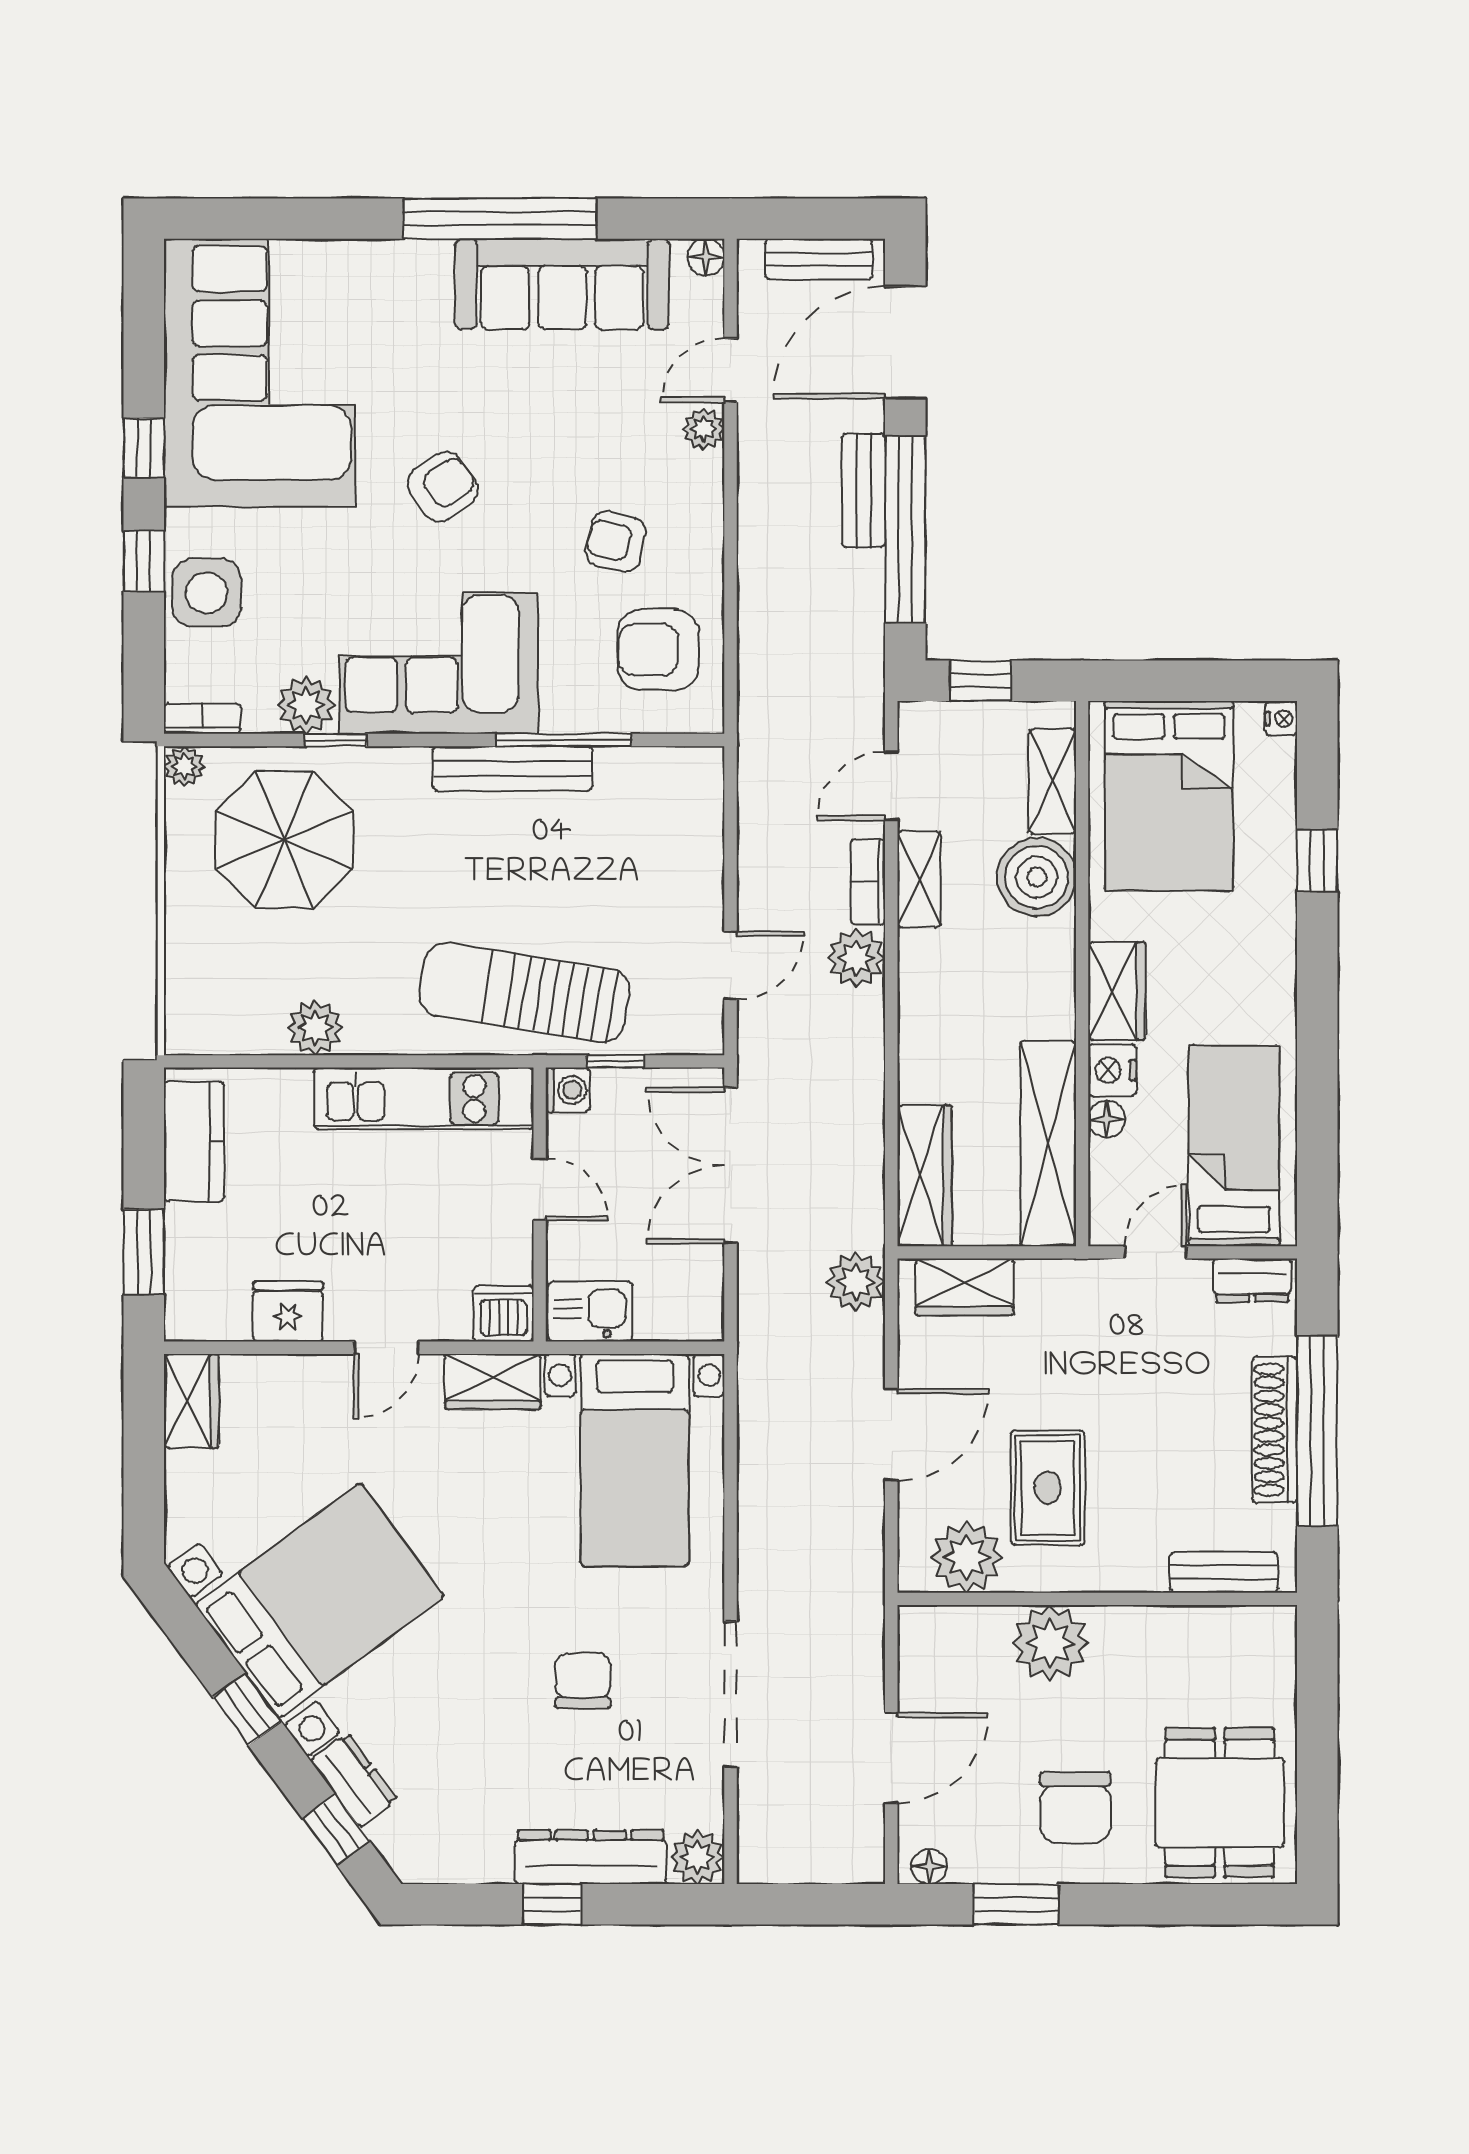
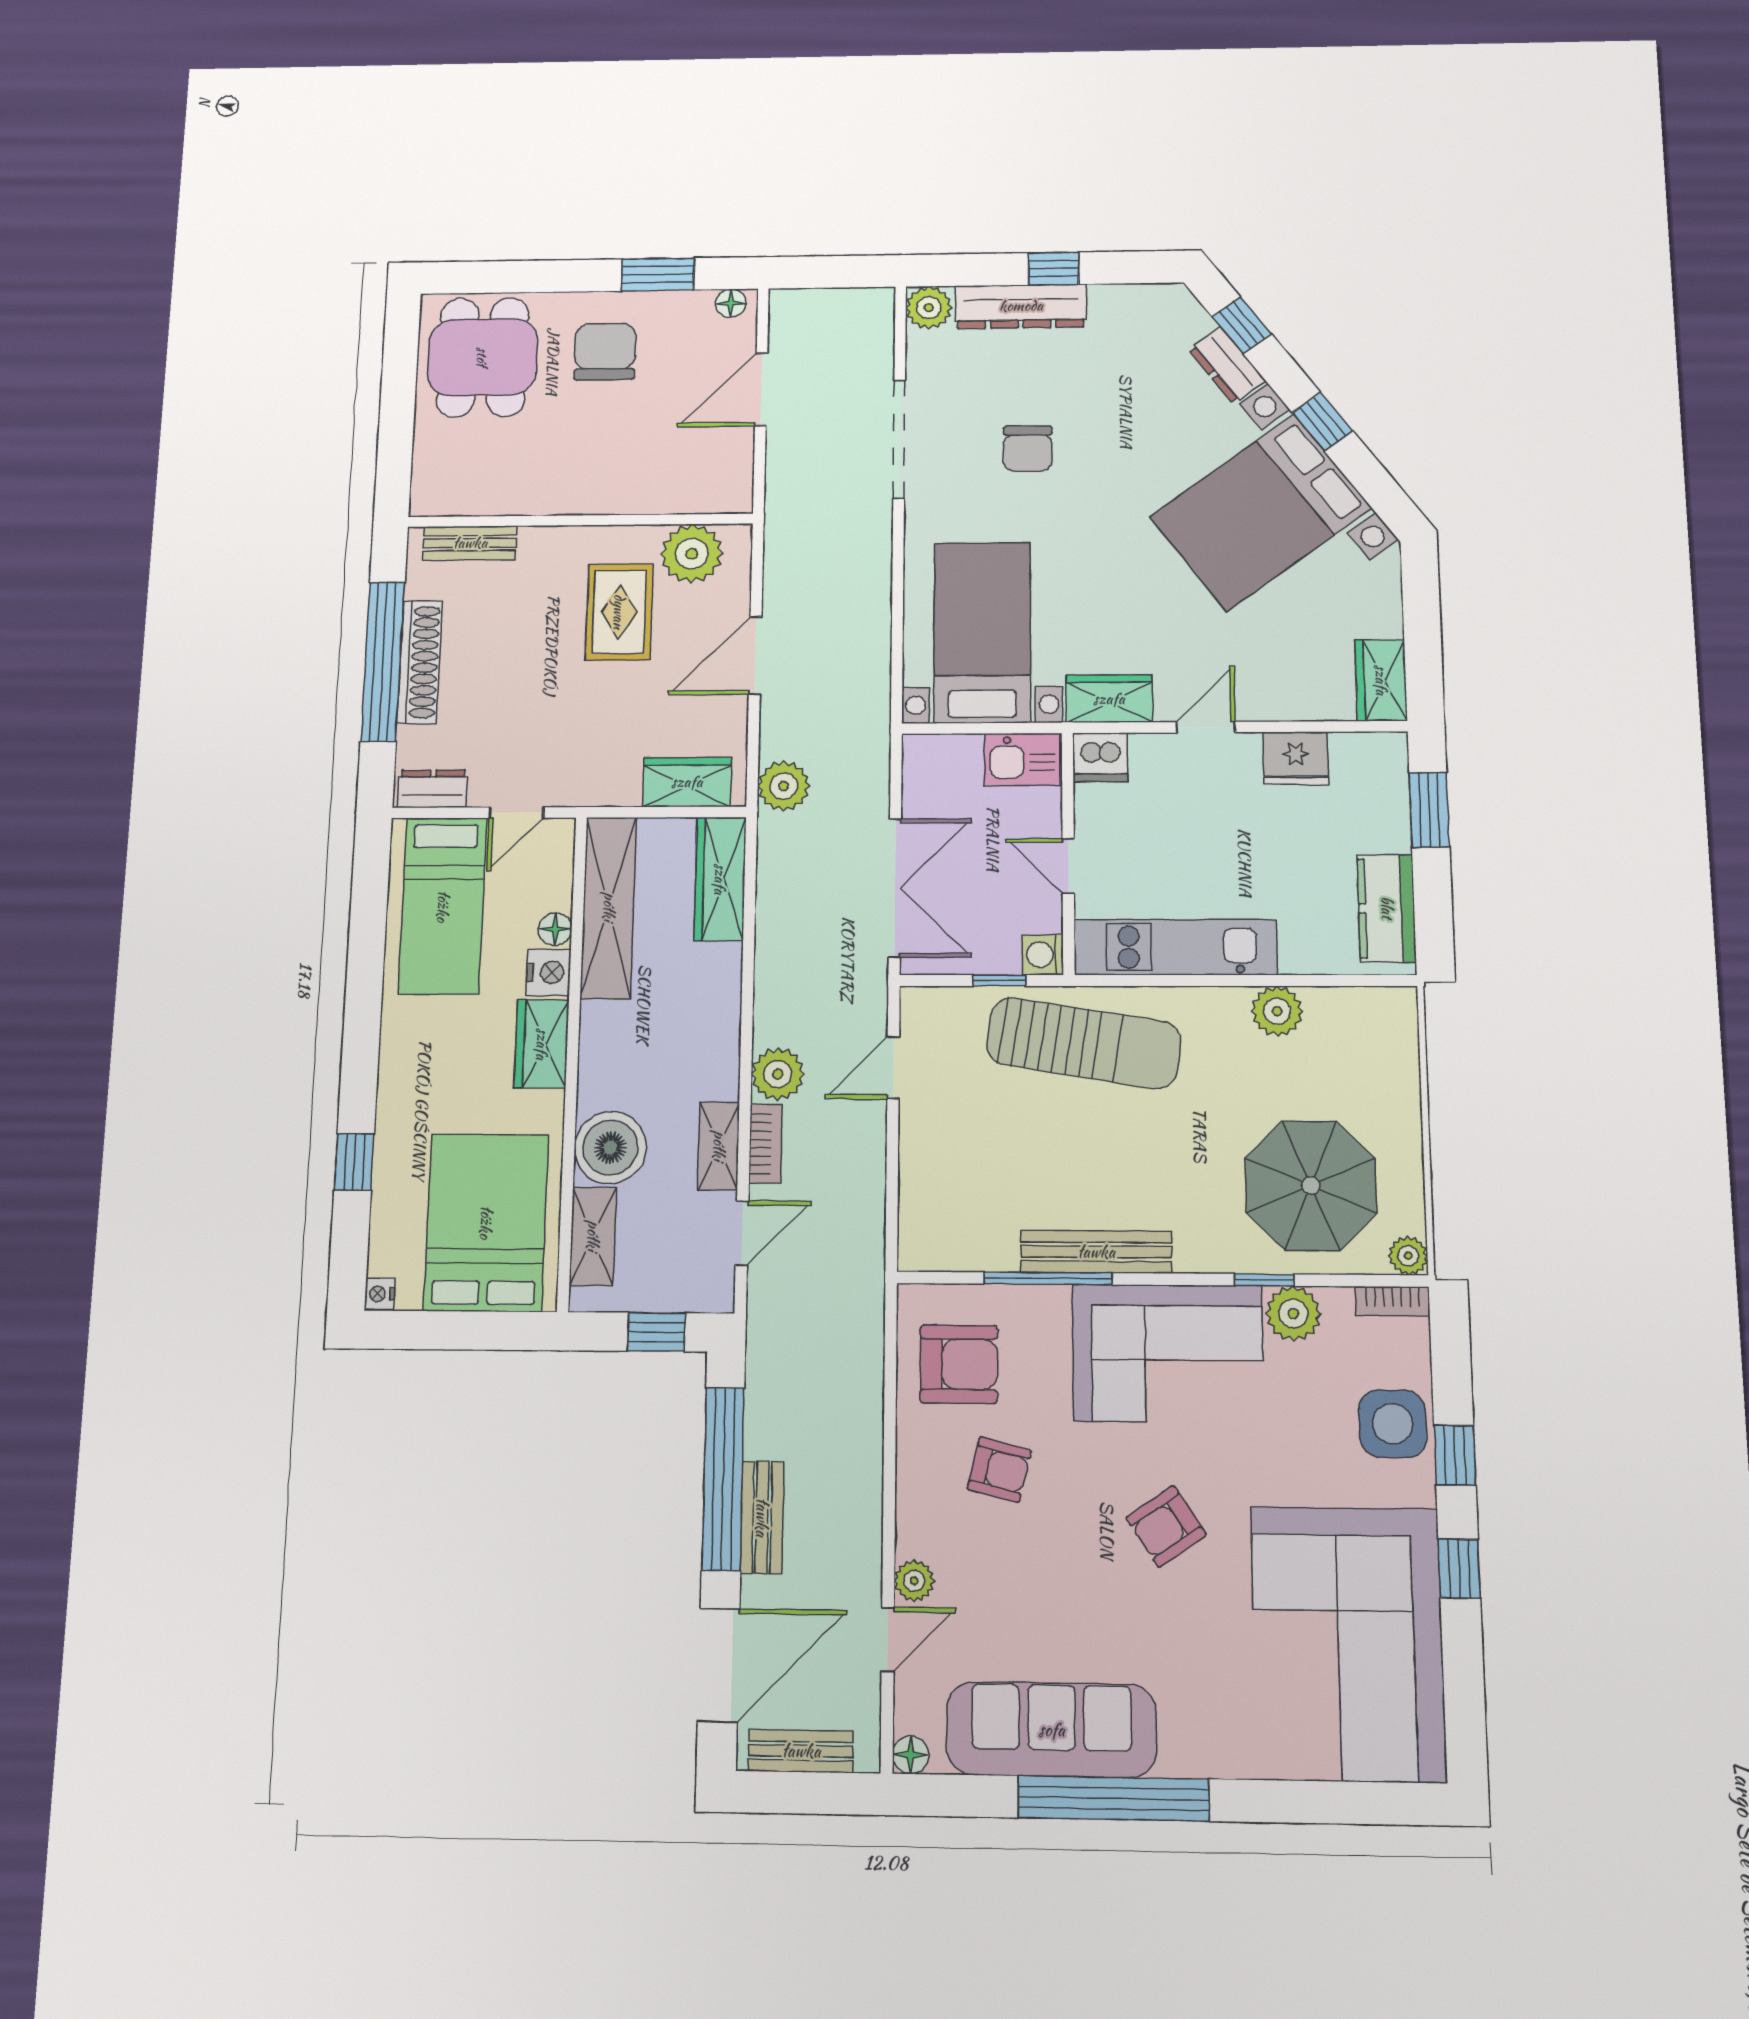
plant: (1050, 1643) -> (622, 484), removed

